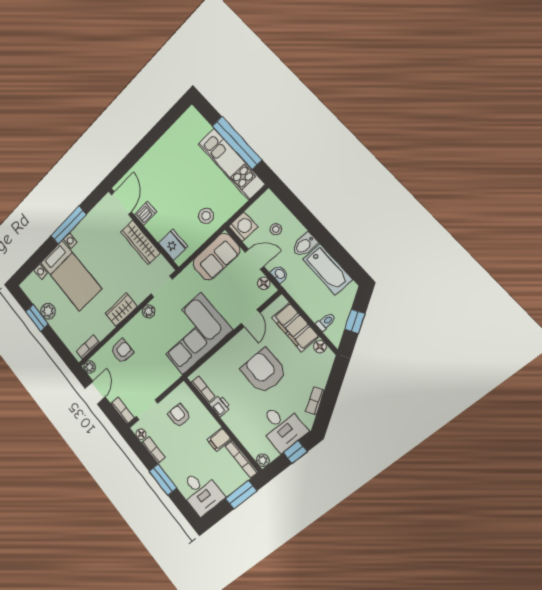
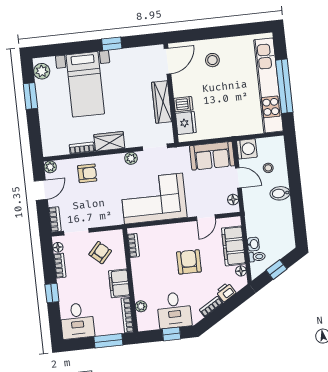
kitchen unit: (231, 164) -> (268, 85), width x1.36
dishwasher: (145, 213) -> (183, 104), moved
stool: (206, 216) -> (212, 60), moved
window: (68, 225) -> (112, 44), width x0.46
bathtub: (328, 269) -> (283, 222), removed
washbasin: (280, 274) -> (253, 244), moved
plant: (48, 311) -> (42, 71), moved
bookcase: (88, 347) -> (82, 148), moved
armchair: (264, 371) -> (189, 262), width x0.73, depth x0.73
printer: (220, 406) -> (226, 292), moved, turned -121
armchair: (179, 415) -> (100, 253), turned 42
filing cabinet: (219, 439) -> (119, 283), width x2.00
plant: (263, 460) -> (141, 306), moved
window: (163, 480) -> (52, 293), width x0.67

